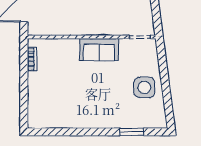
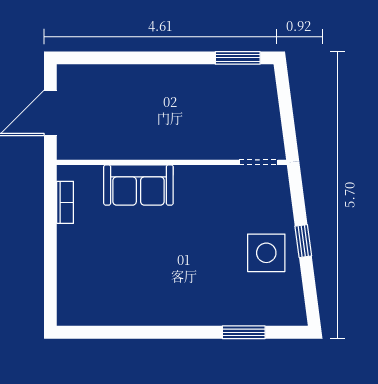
sofa: (99, 50) -> (138, 185), moved
window: (165, 81) -> (303, 241), added

